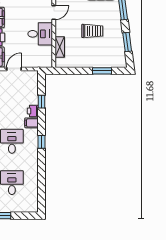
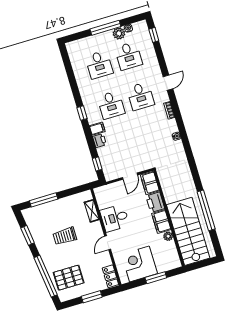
window: (102, 71) -> (44, 200), width x1.44
window: (42, 102) -> (97, 164), moved

